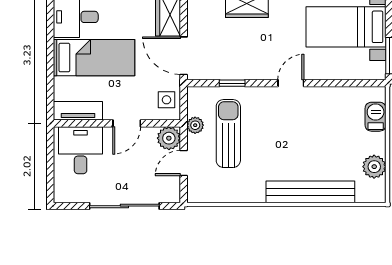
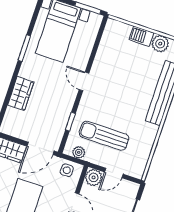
barbecue: (376, 117) -> (141, 36), moved
plant: (195, 125) -> (79, 152), moved
door: (184, 163) -> (114, 173), hinge flipped

